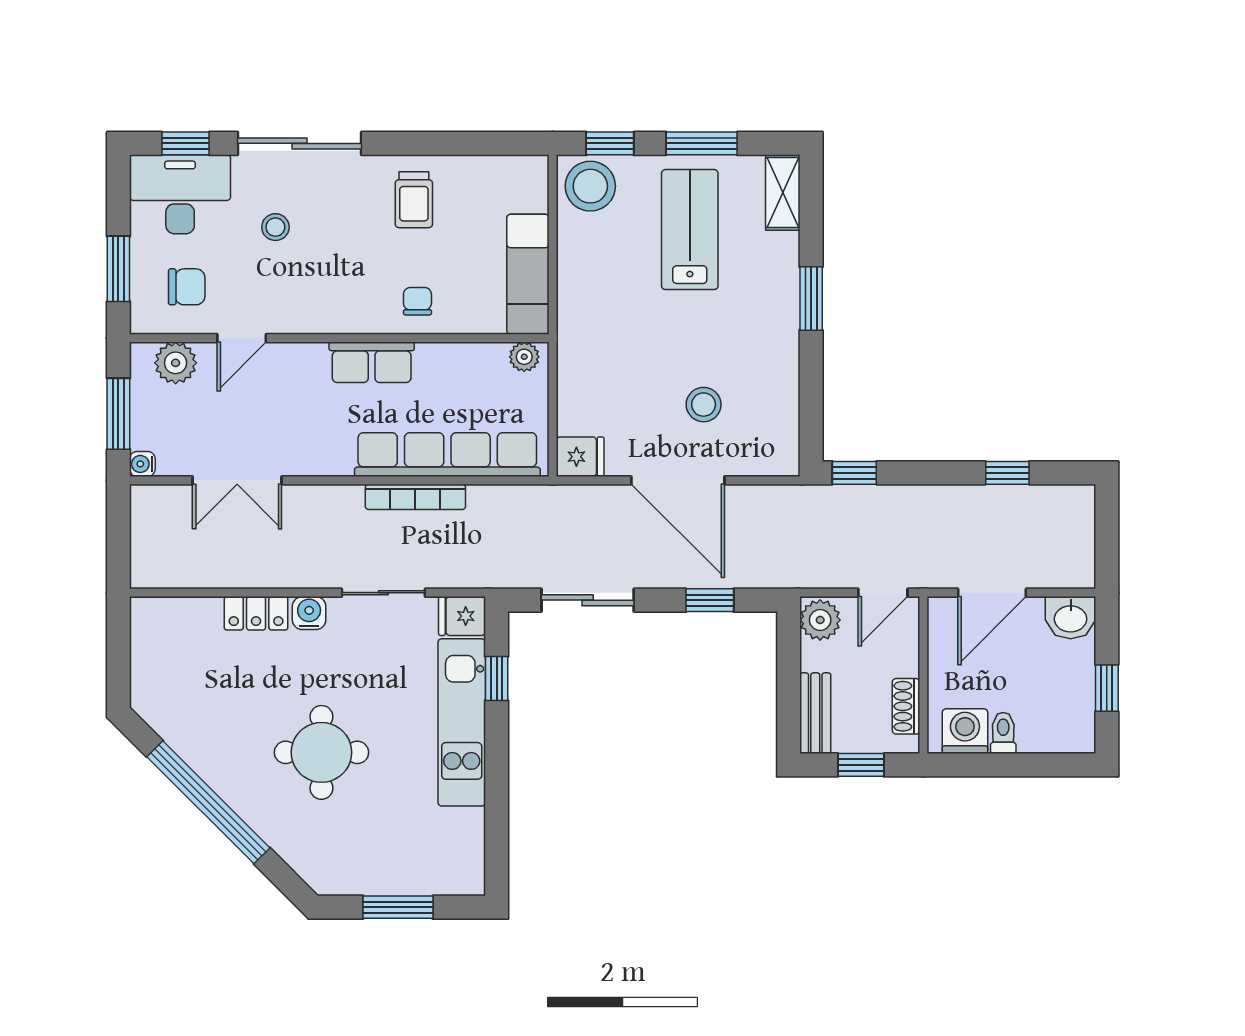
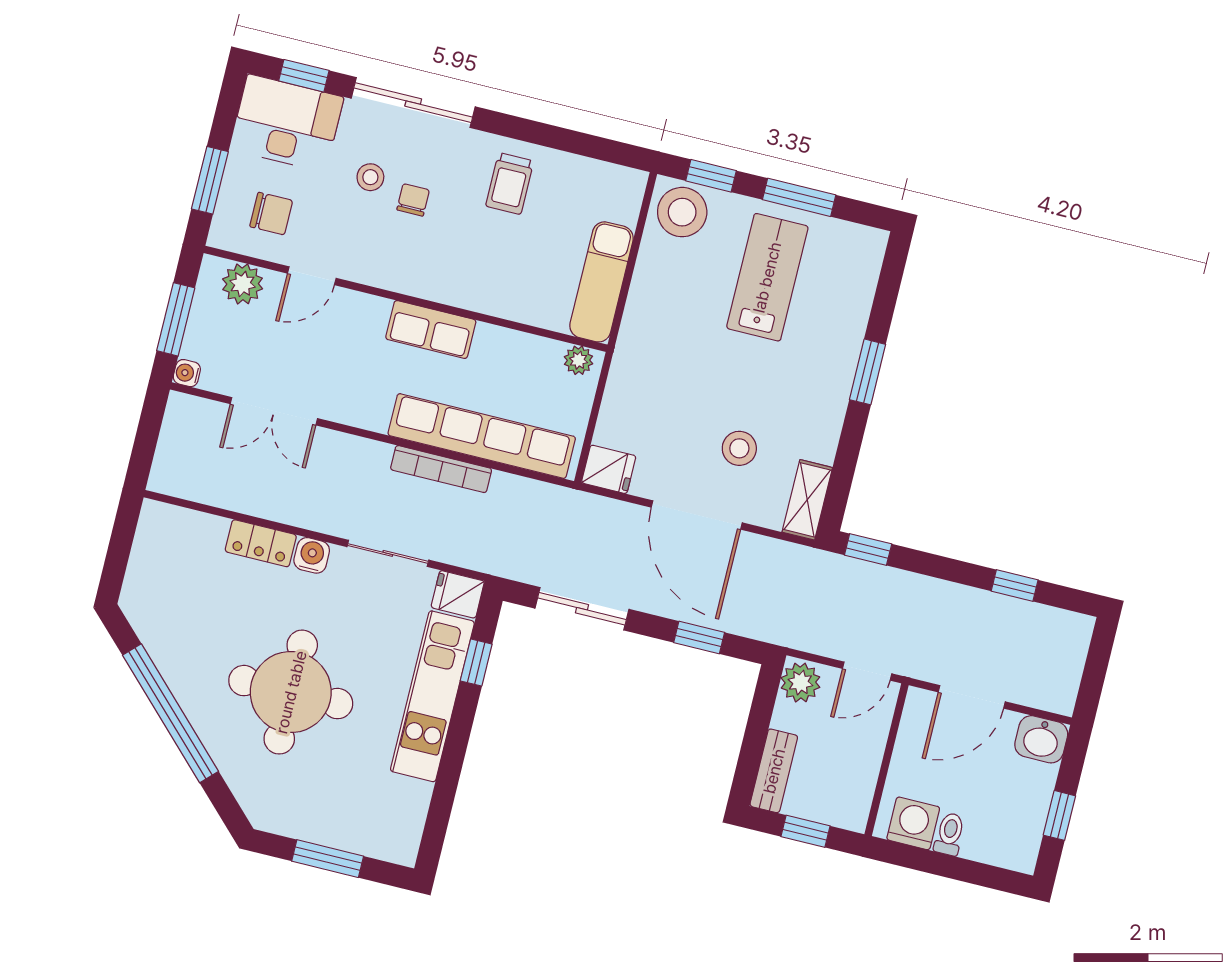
shelving: (783, 193) -> (807, 500), moved
chair: (417, 301) -> (413, 200), moved
shoe rack: (906, 706) -> (863, 786), removed
round table: (321, 752) -> (291, 692), width x1.36, depth x1.36

